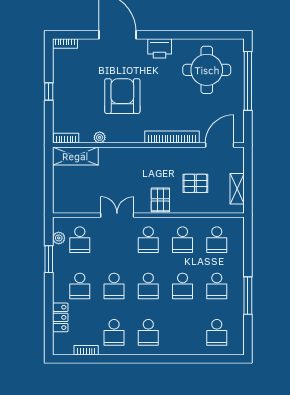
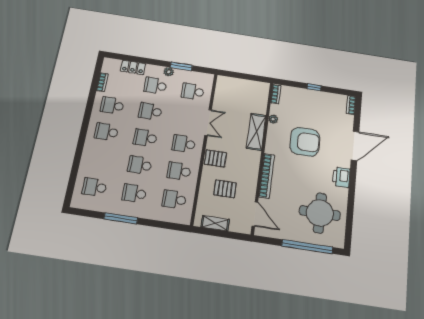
shelving: (75, 156) -> (256, 132), moved
pallet: (195, 183) -> (225, 189), turned 90
plant: (59, 238) -> (169, 72), moved

